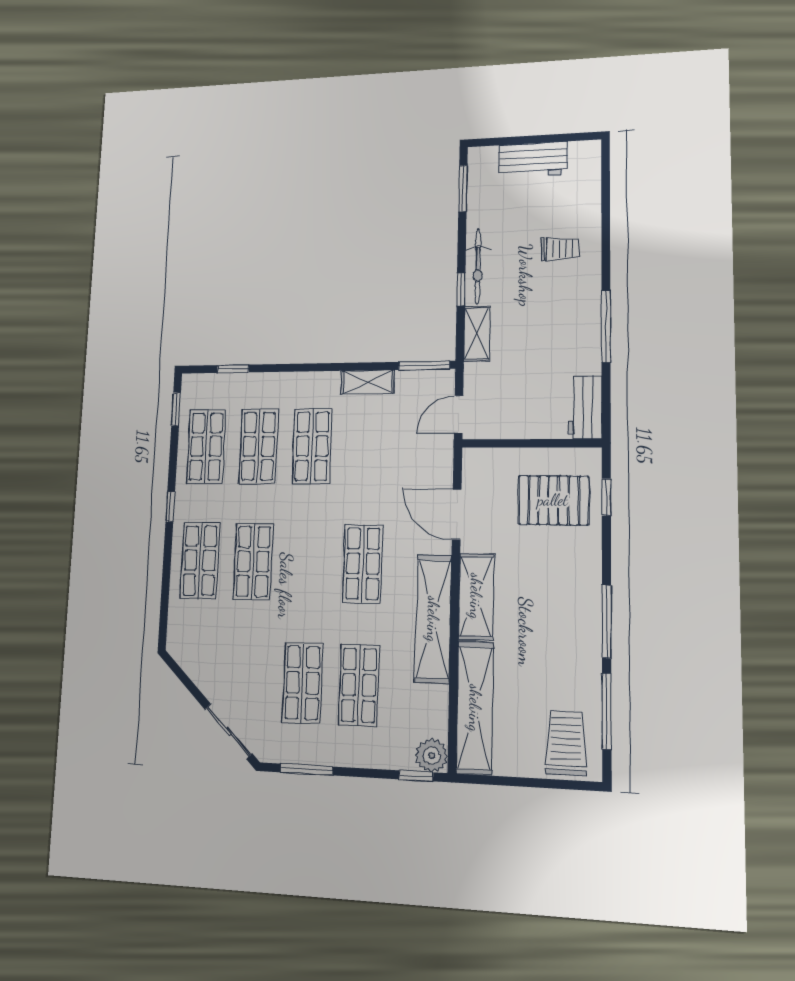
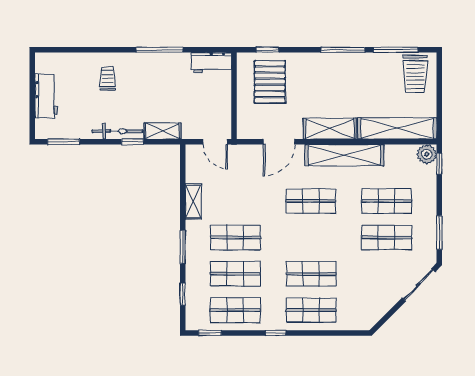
window: (424, 365) -> (183, 247), moved
trolley: (566, 743) -> (415, 74), turned -90

